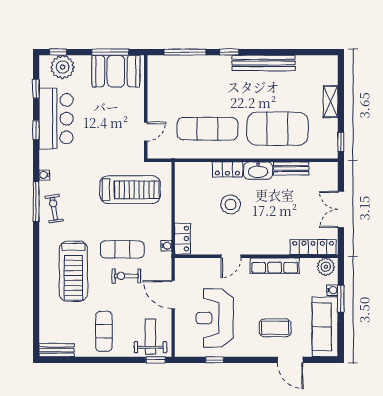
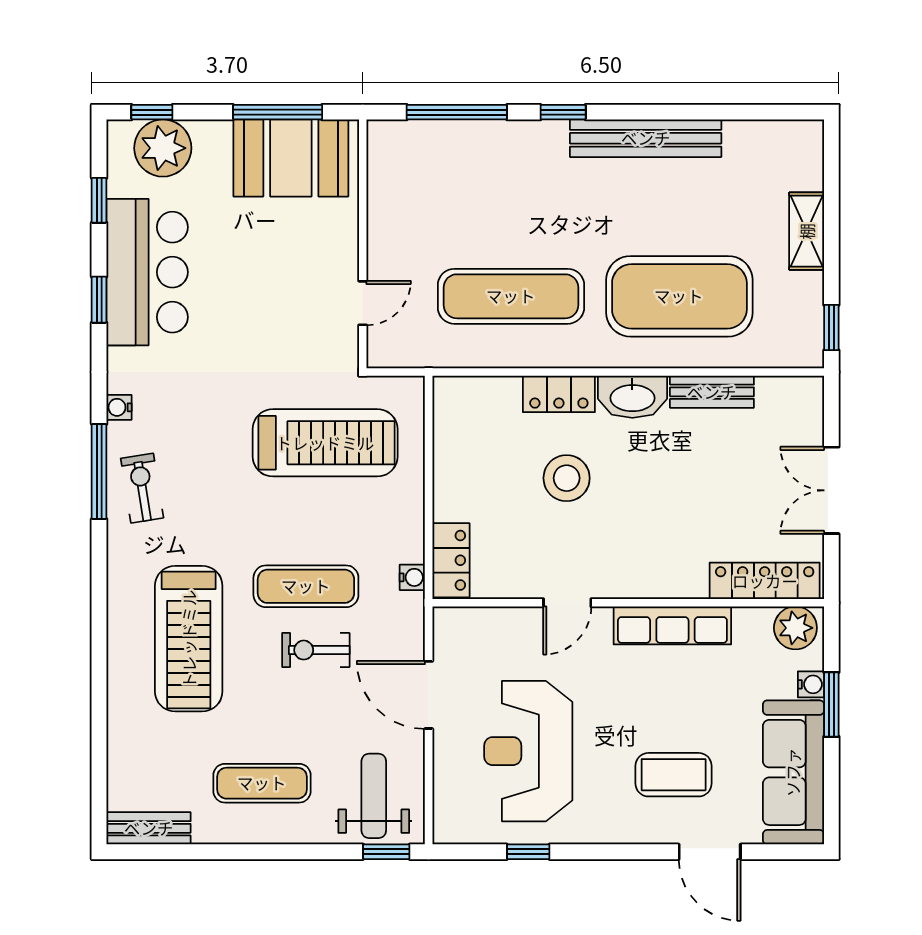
exercise mat: (104, 331) -> (262, 783), turned 90

